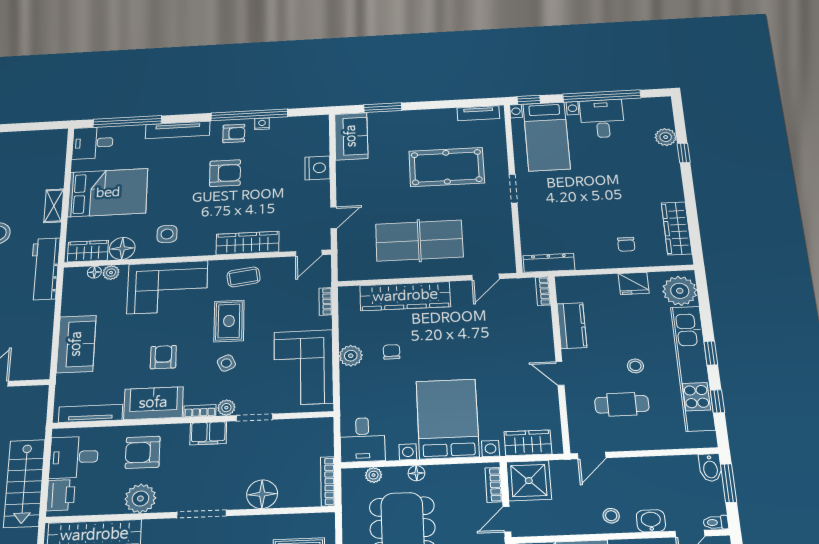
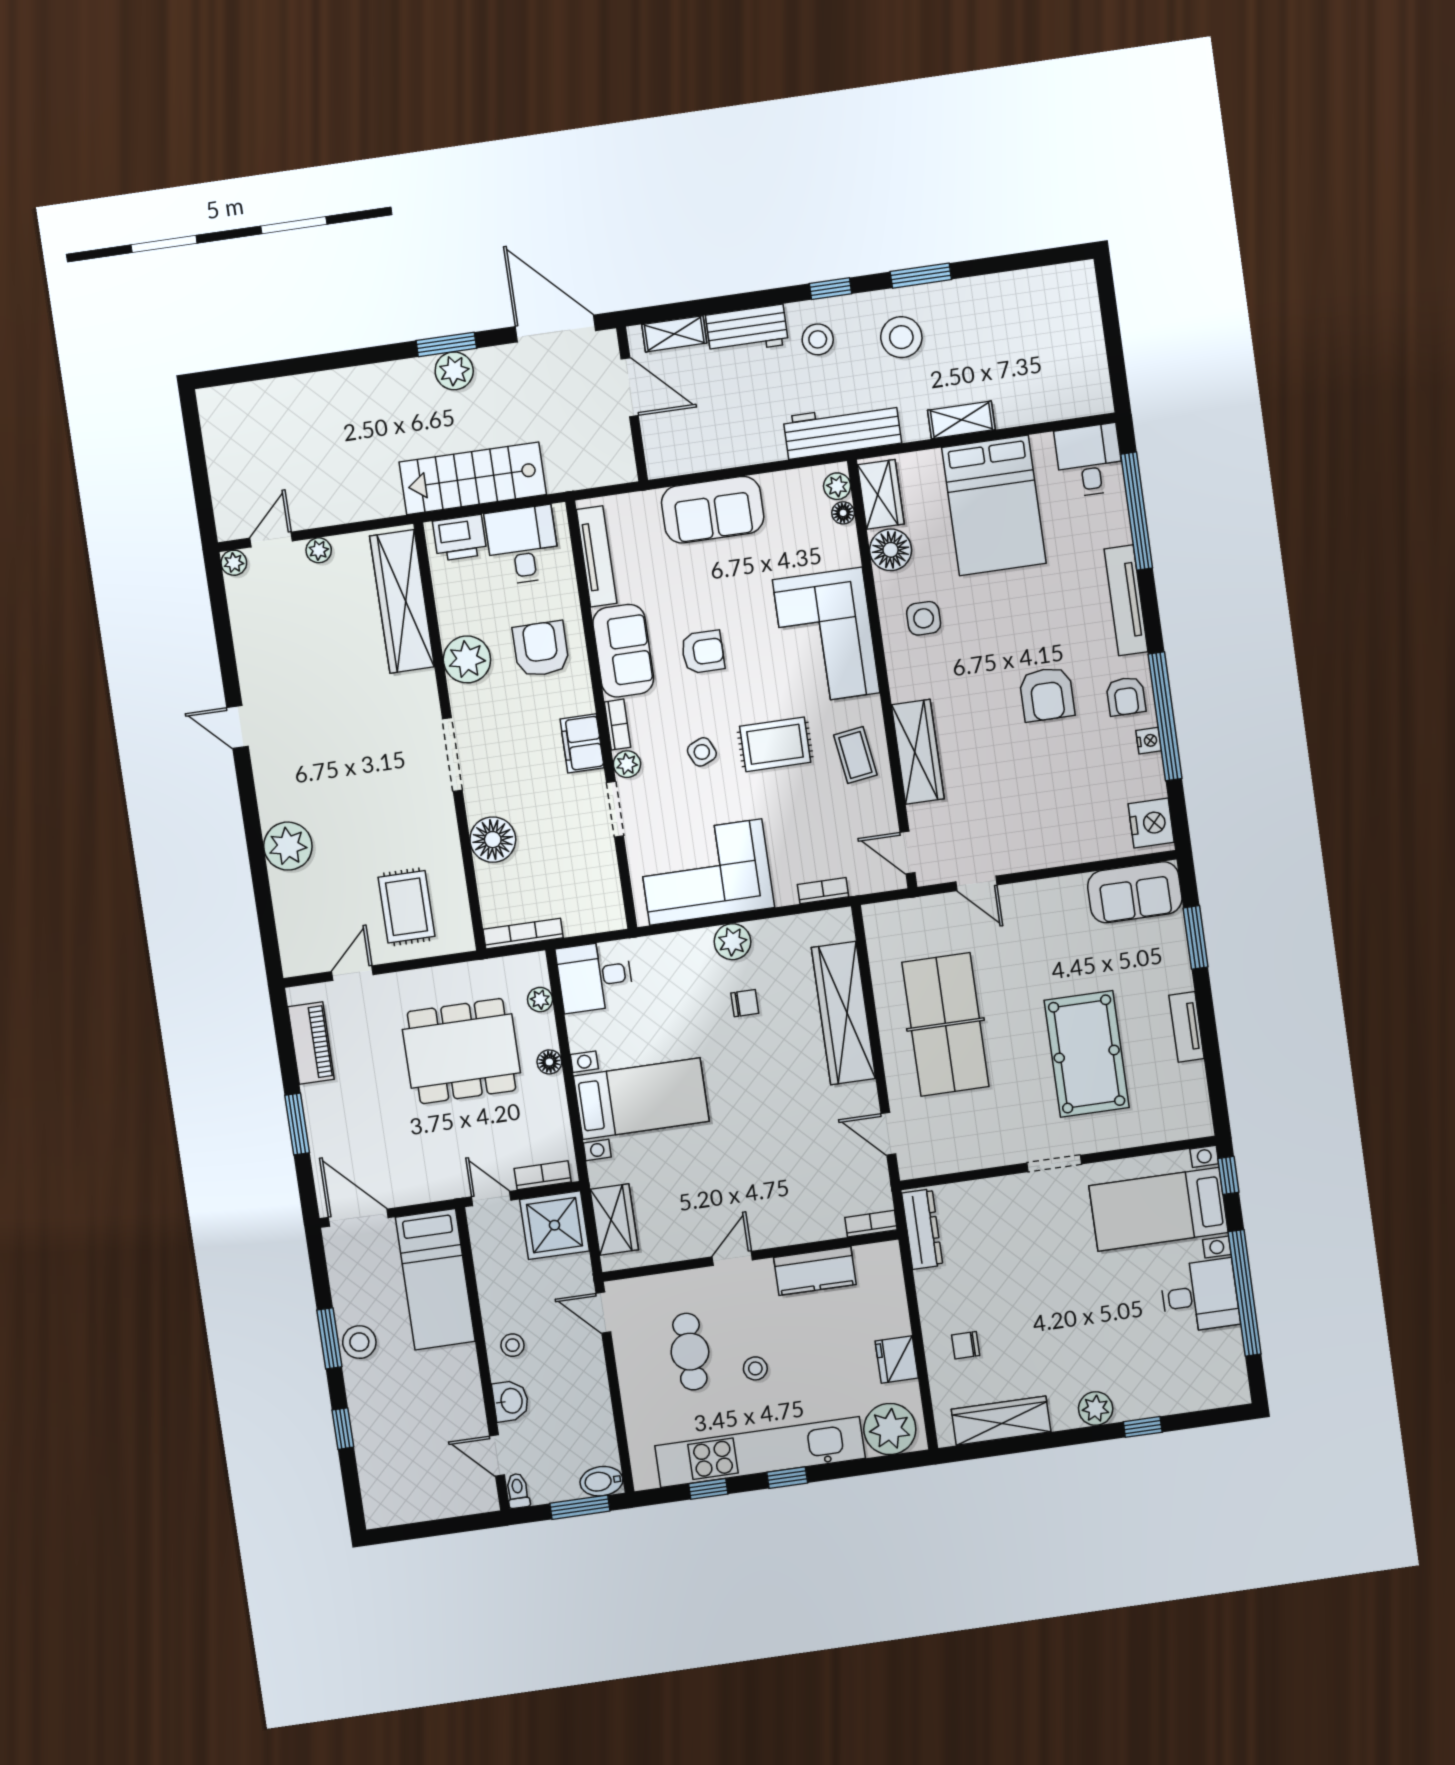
tv unit: (478, 113) -> (1187, 1027), moved
plant: (666, 137) -> (1096, 1409), moved
nightstand: (317, 168) -> (1151, 823), moved, turned -90
plant: (111, 273) -> (837, 486), moved
bed with nightstands: (448, 419) -> (641, 1099), width x0.73

